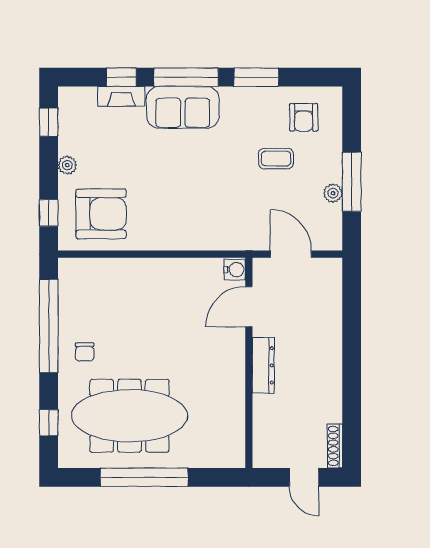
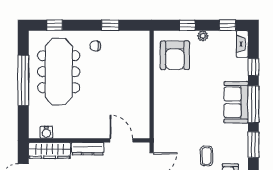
fireplace: (121, 96) -> (242, 44), moved
window: (49, 213) -> (187, 25), moved
water cooler: (235, 270) -> (46, 132), moved
window: (49, 326) -> (110, 25), width x0.32
wardrobe: (266, 432) -> (50, 150), added

